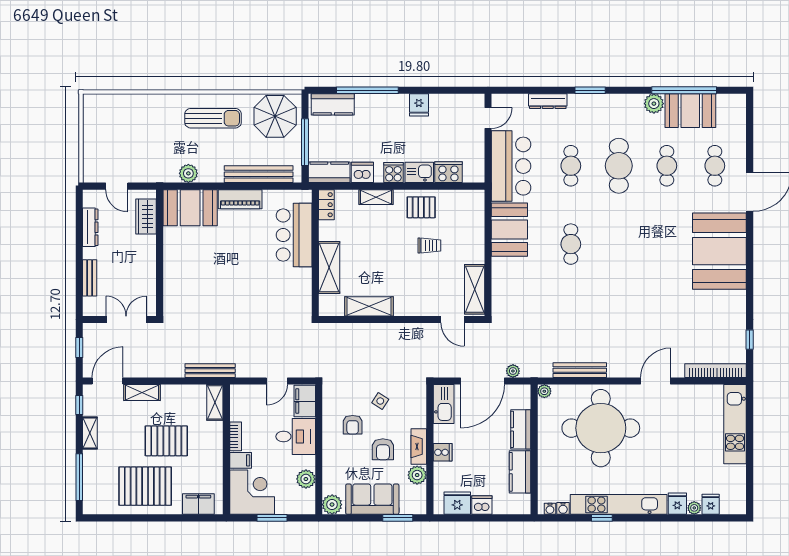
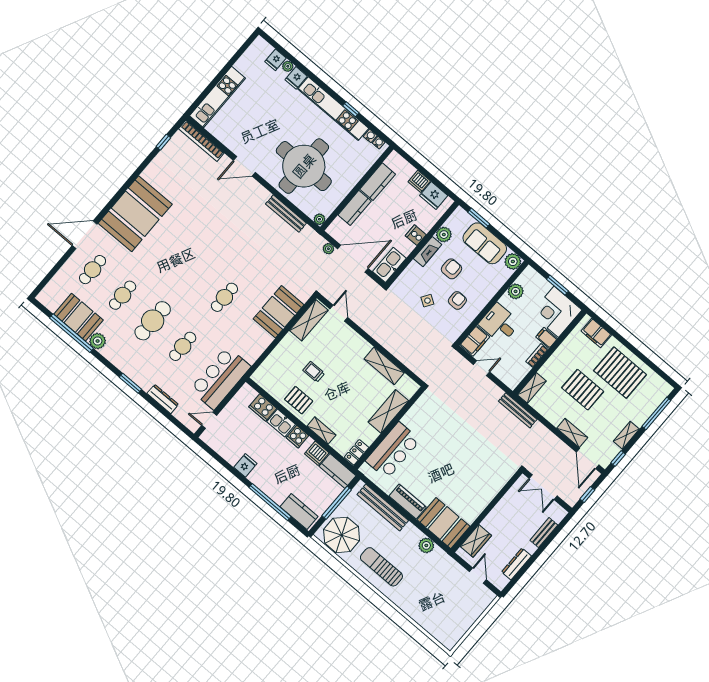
booth: (509, 230) -> (278, 312), moved
door: (108, 381) -> (588, 458), hinge flipped

